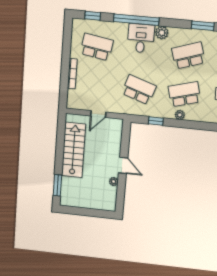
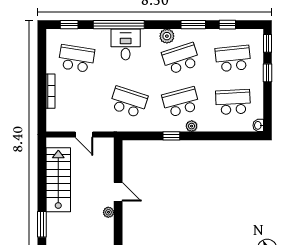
plant: (162, 33) -> (167, 36), moved
door: (98, 114) -> (84, 135), hinge flipped
plant: (180, 115) -> (192, 126), moved
window: (156, 121) -> (171, 136), moved

